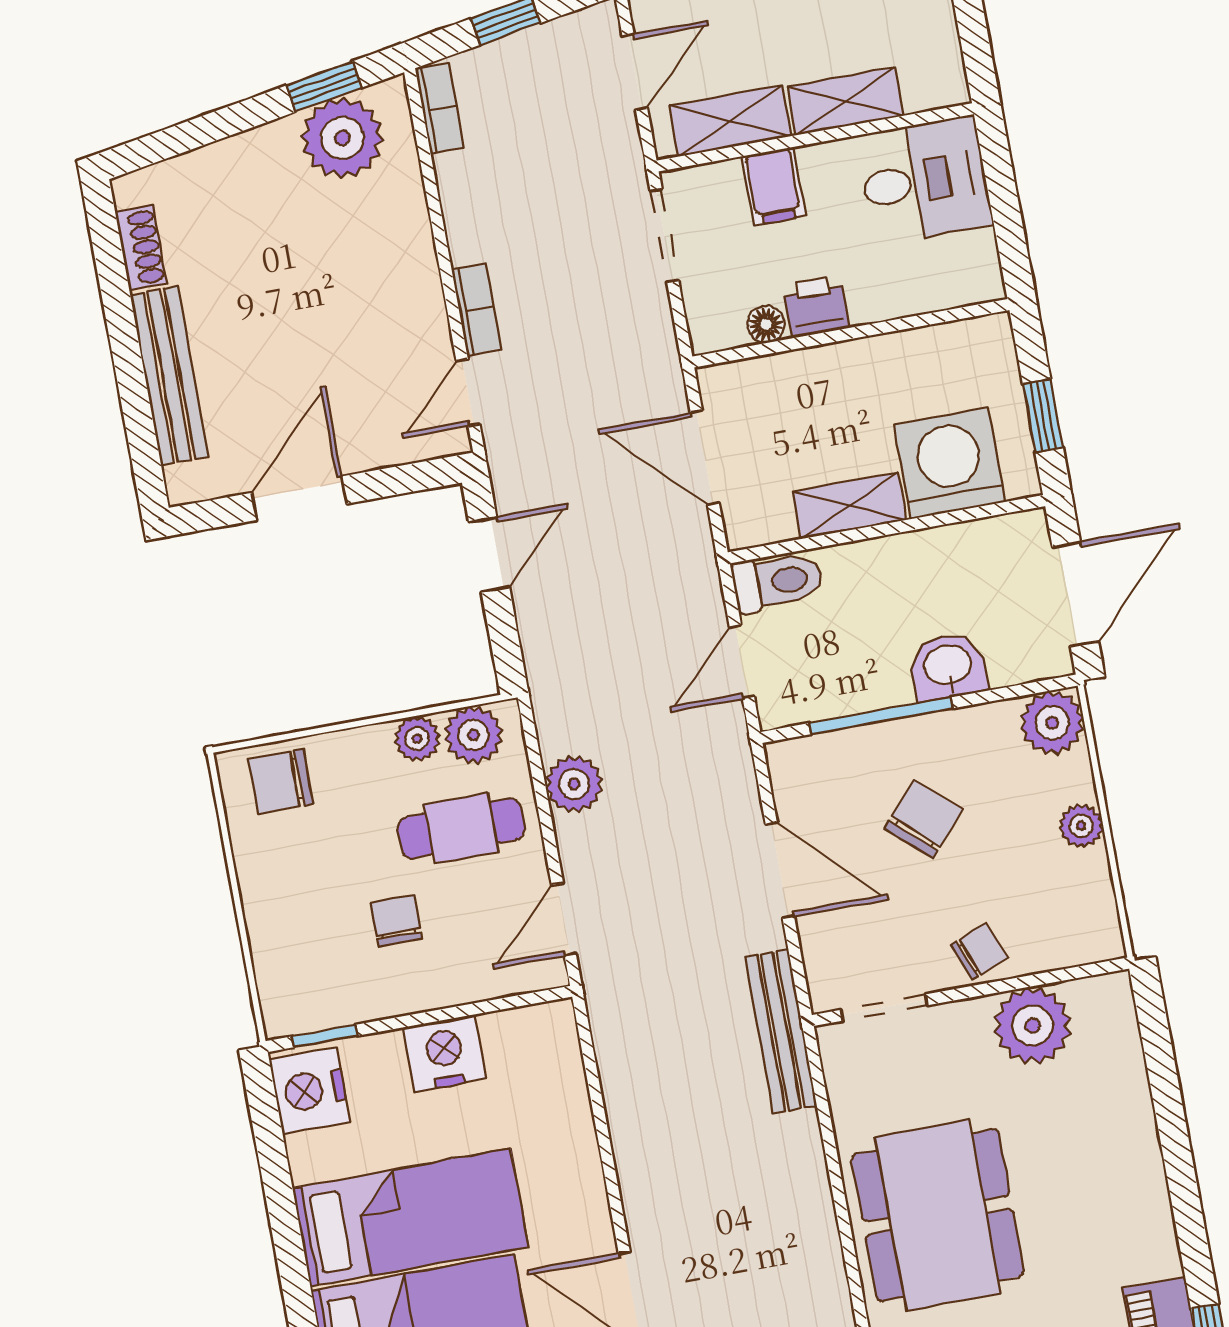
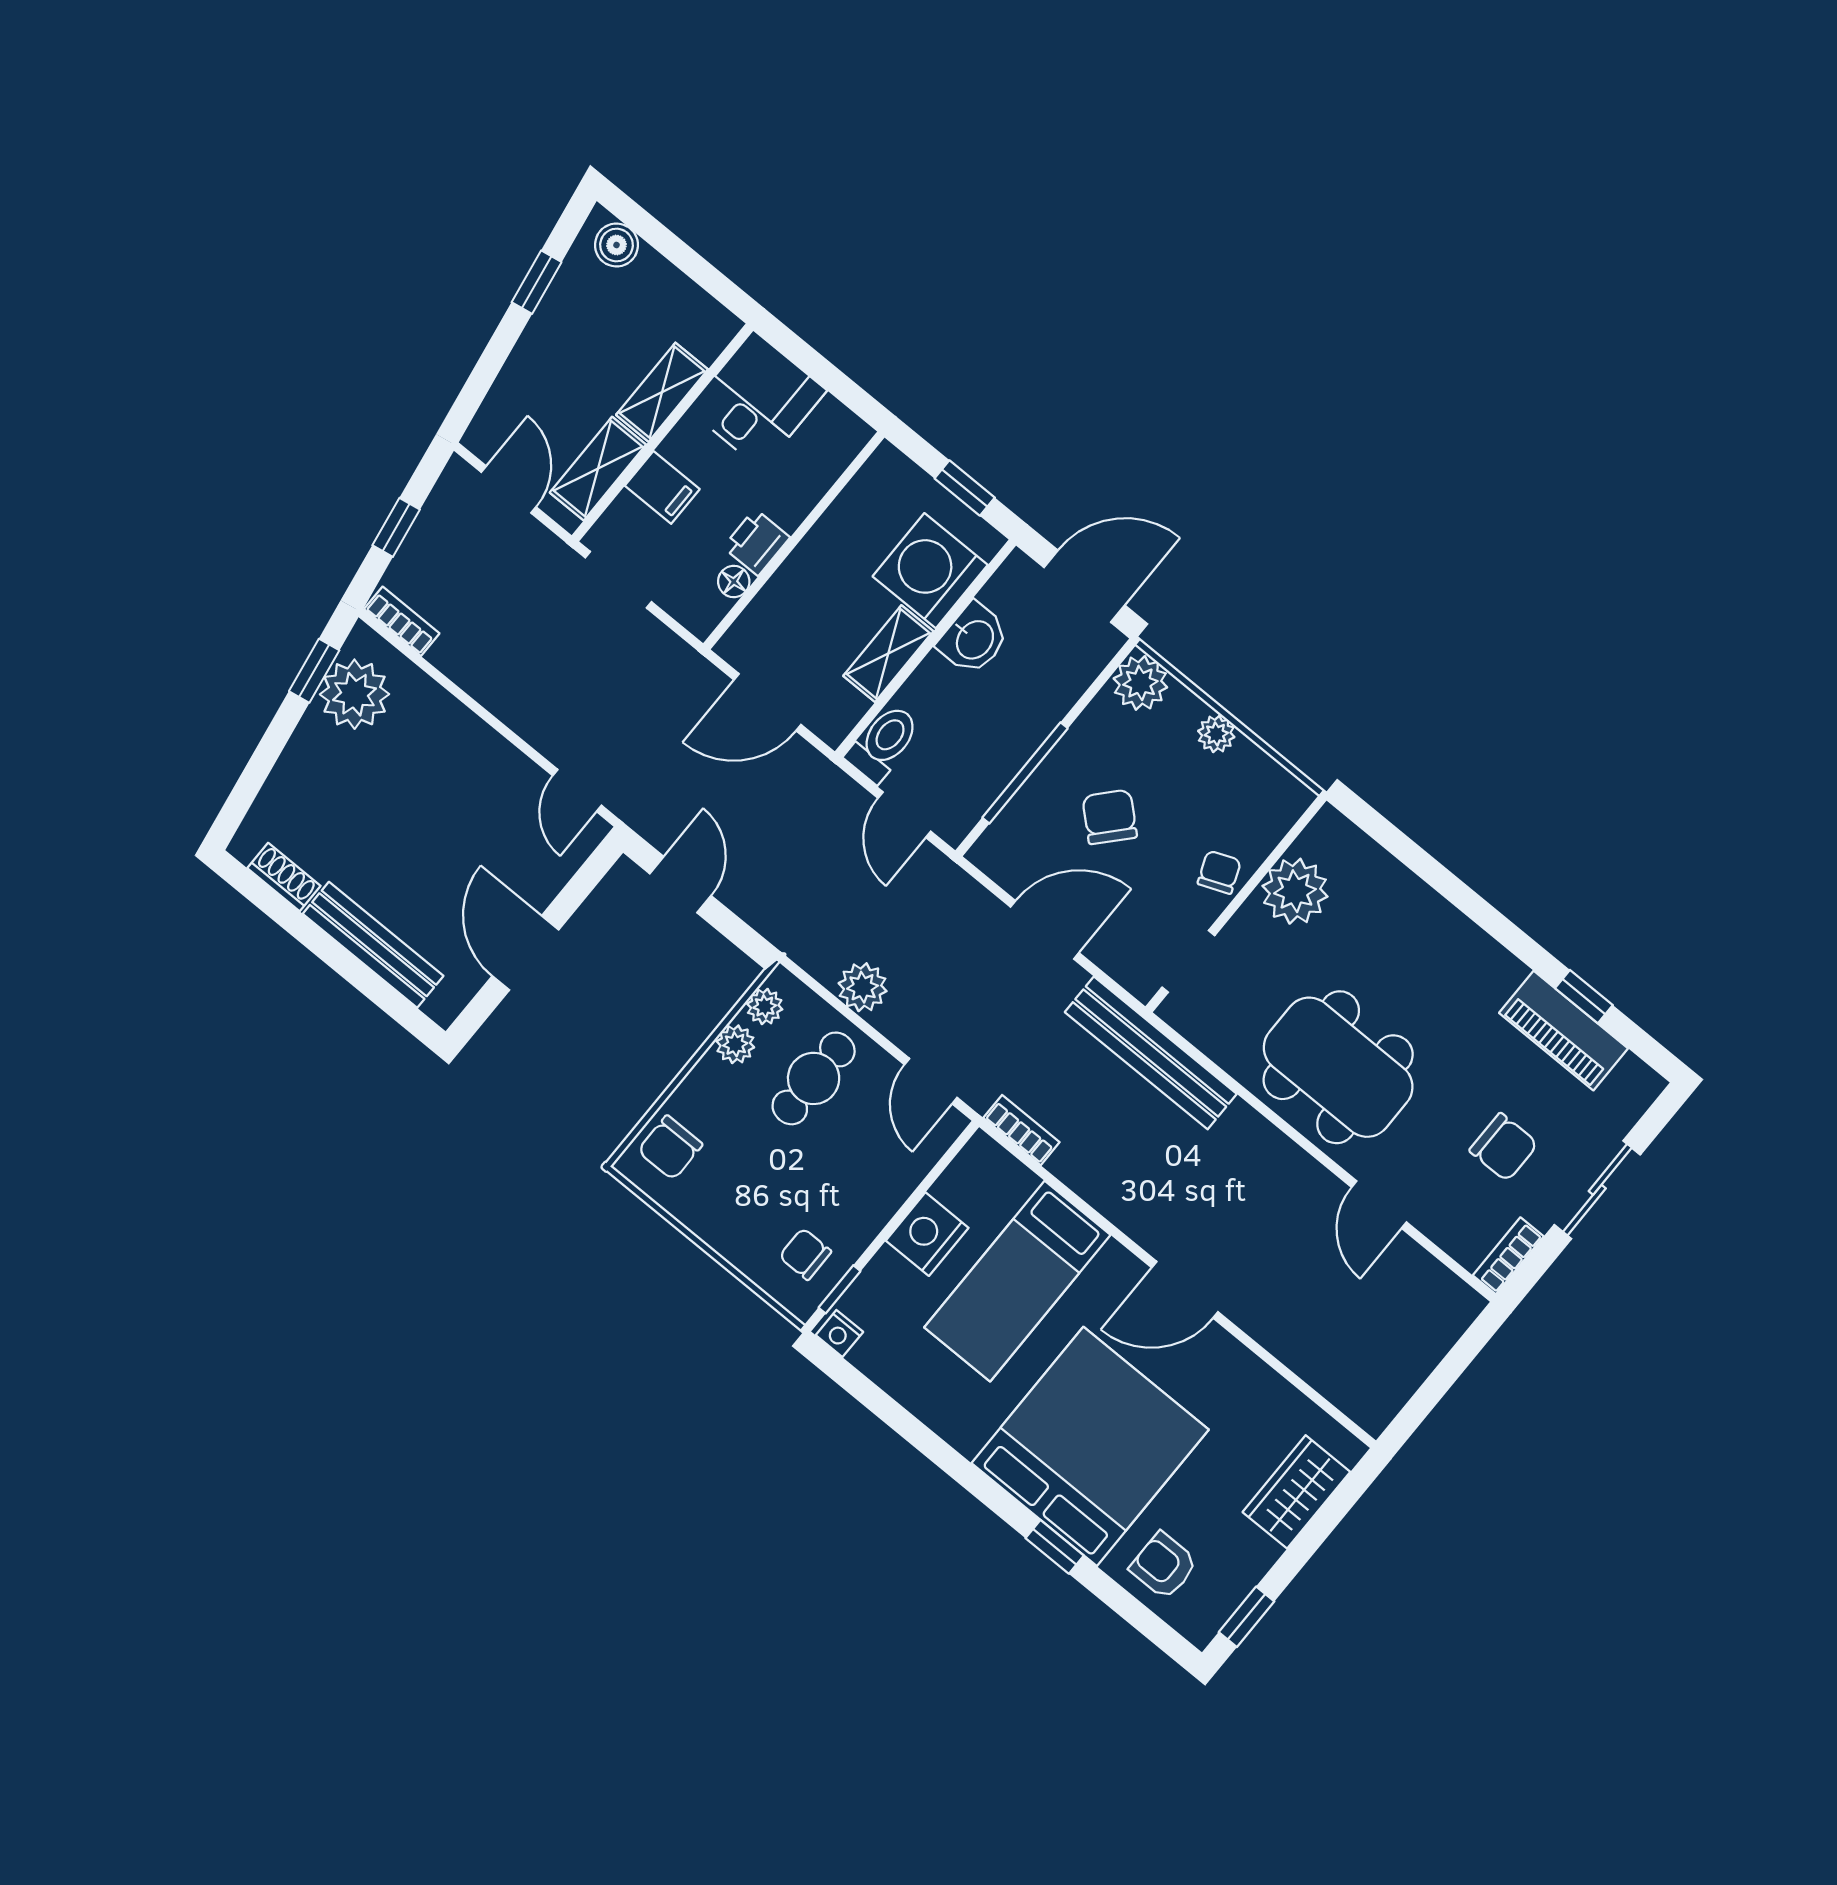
bookcase: (476, 309) -> (1021, 1130), moved
door: (1075, 594) -> (1084, 586), hinge flipped
washbasin: (948, 666) -> (974, 639), moved, turned 180
plant: (473, 735) -> (765, 1007), width x0.73, depth x0.73
chair: (396, 921) -> (805, 1254), moved
bench: (781, 1031) -> (1151, 1053), width x1.37, depth x1.21
nightstand: (309, 1091) -> (839, 1334), width x0.53, depth x0.56
bed: (410, 1217) -> (1017, 1281), moved, turned 180

